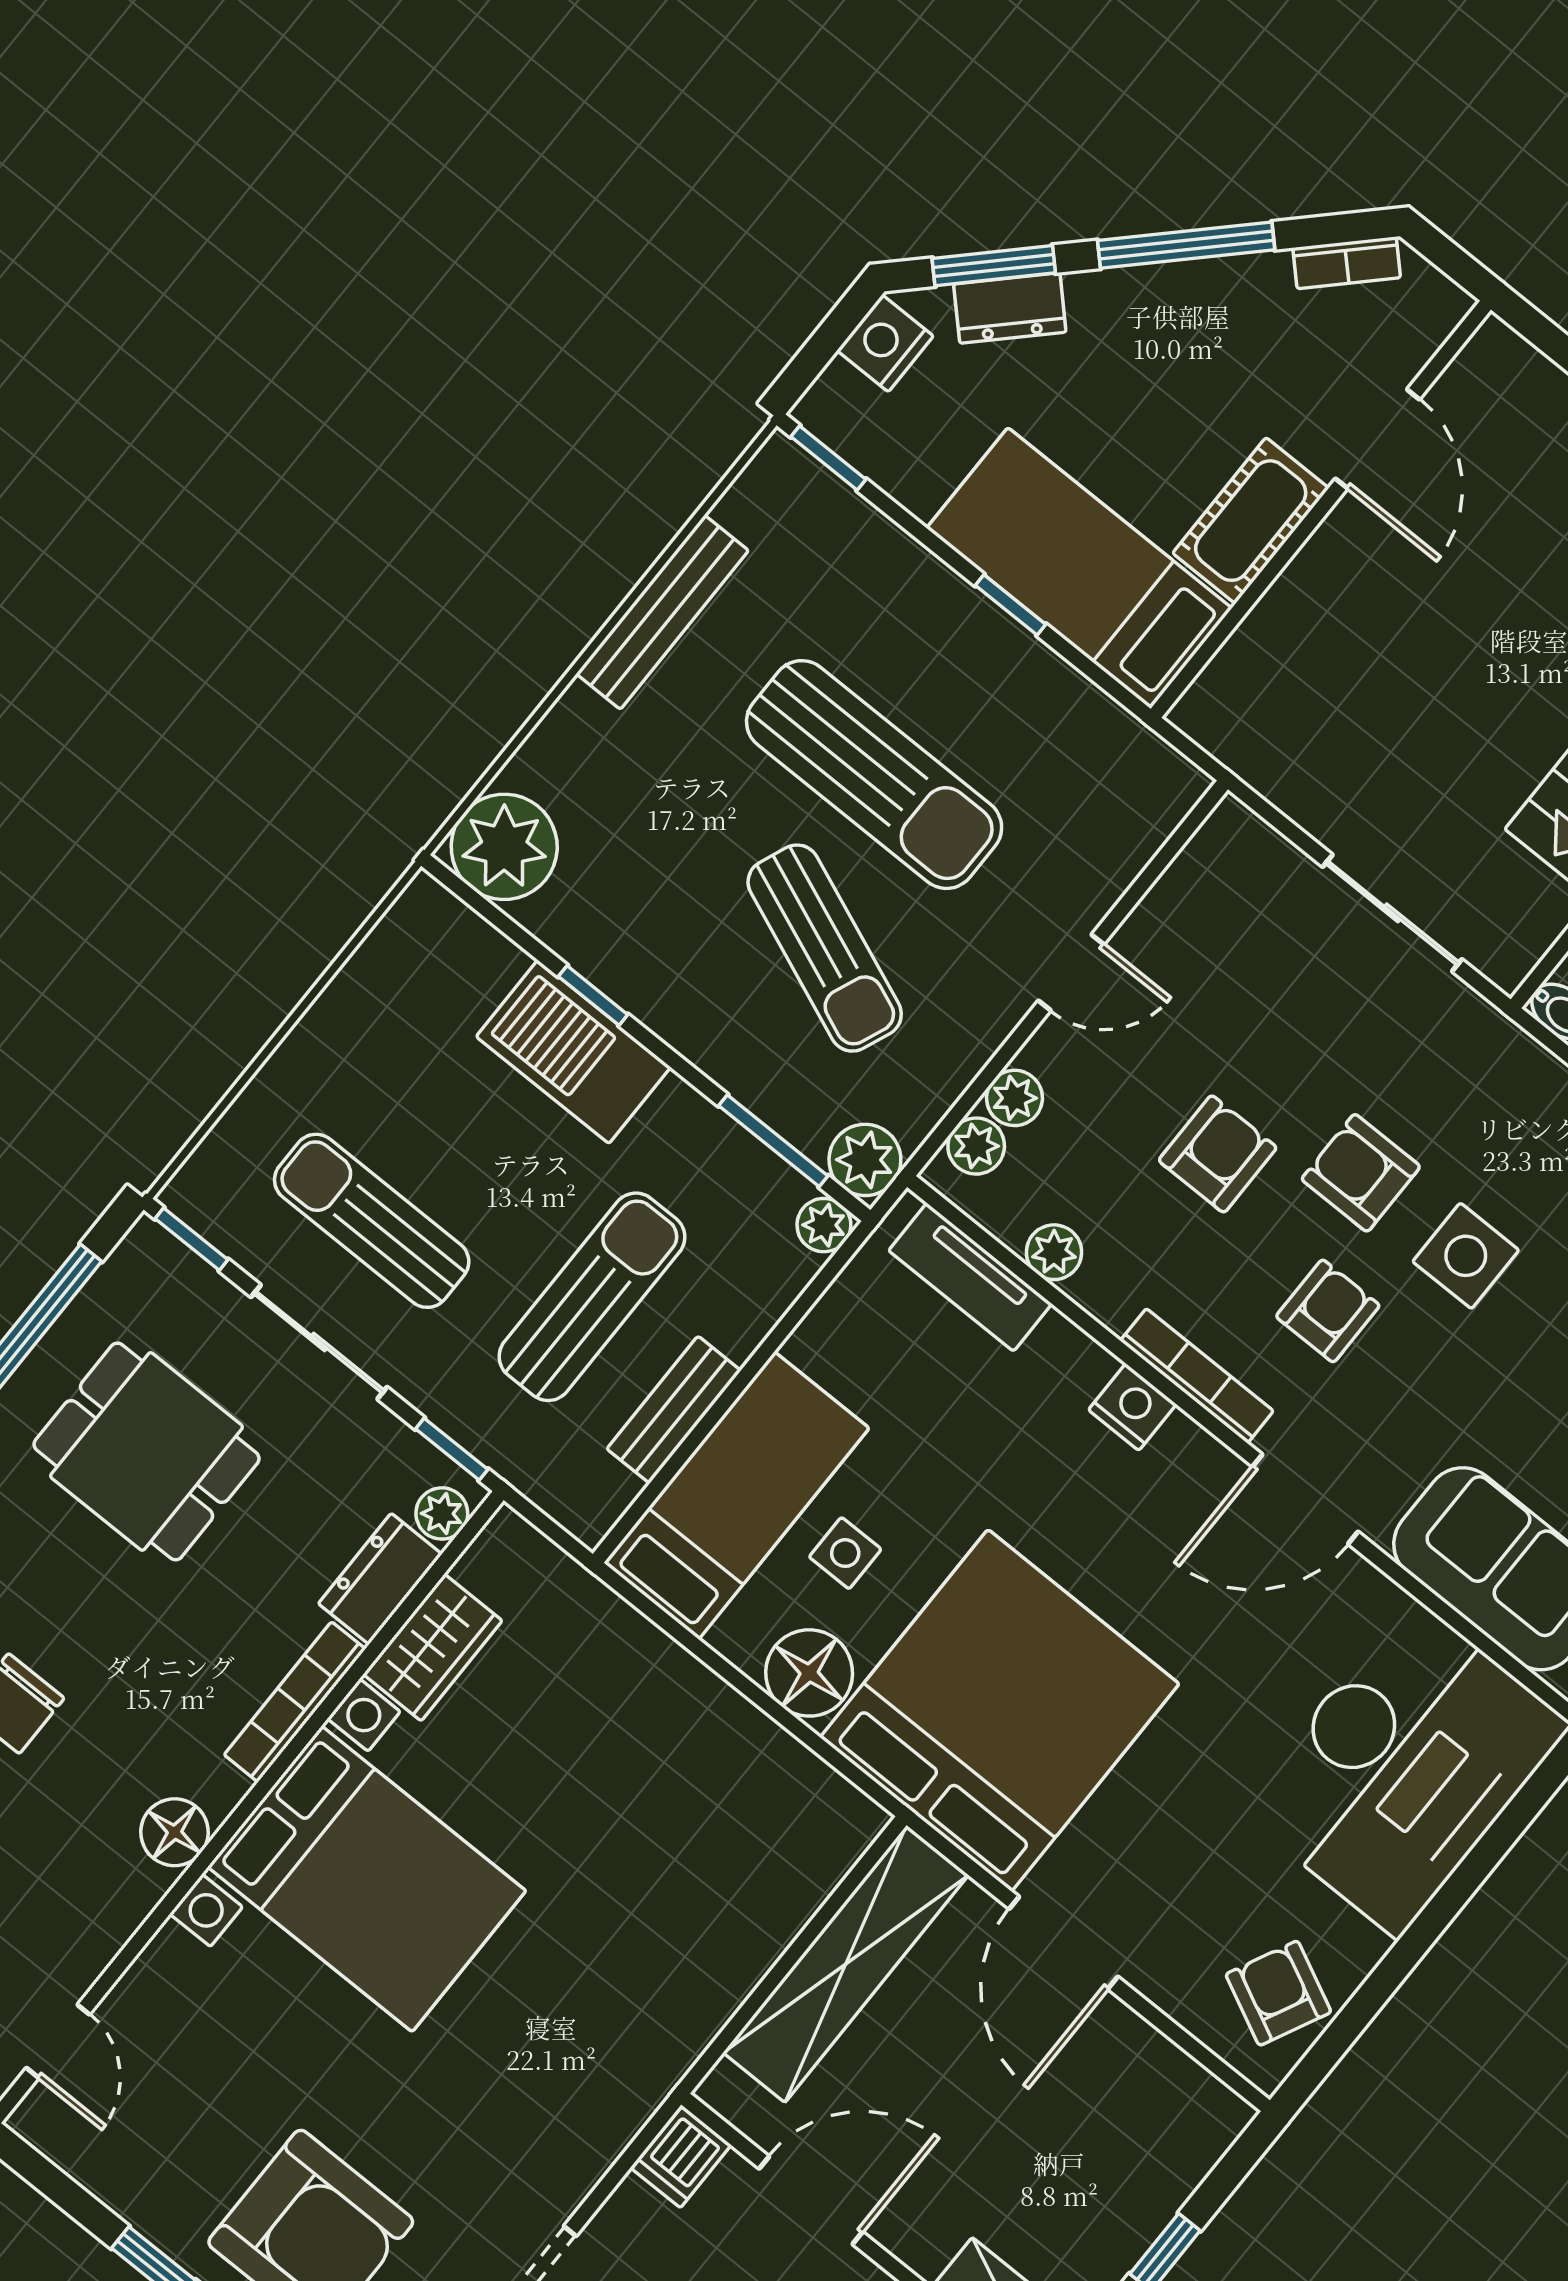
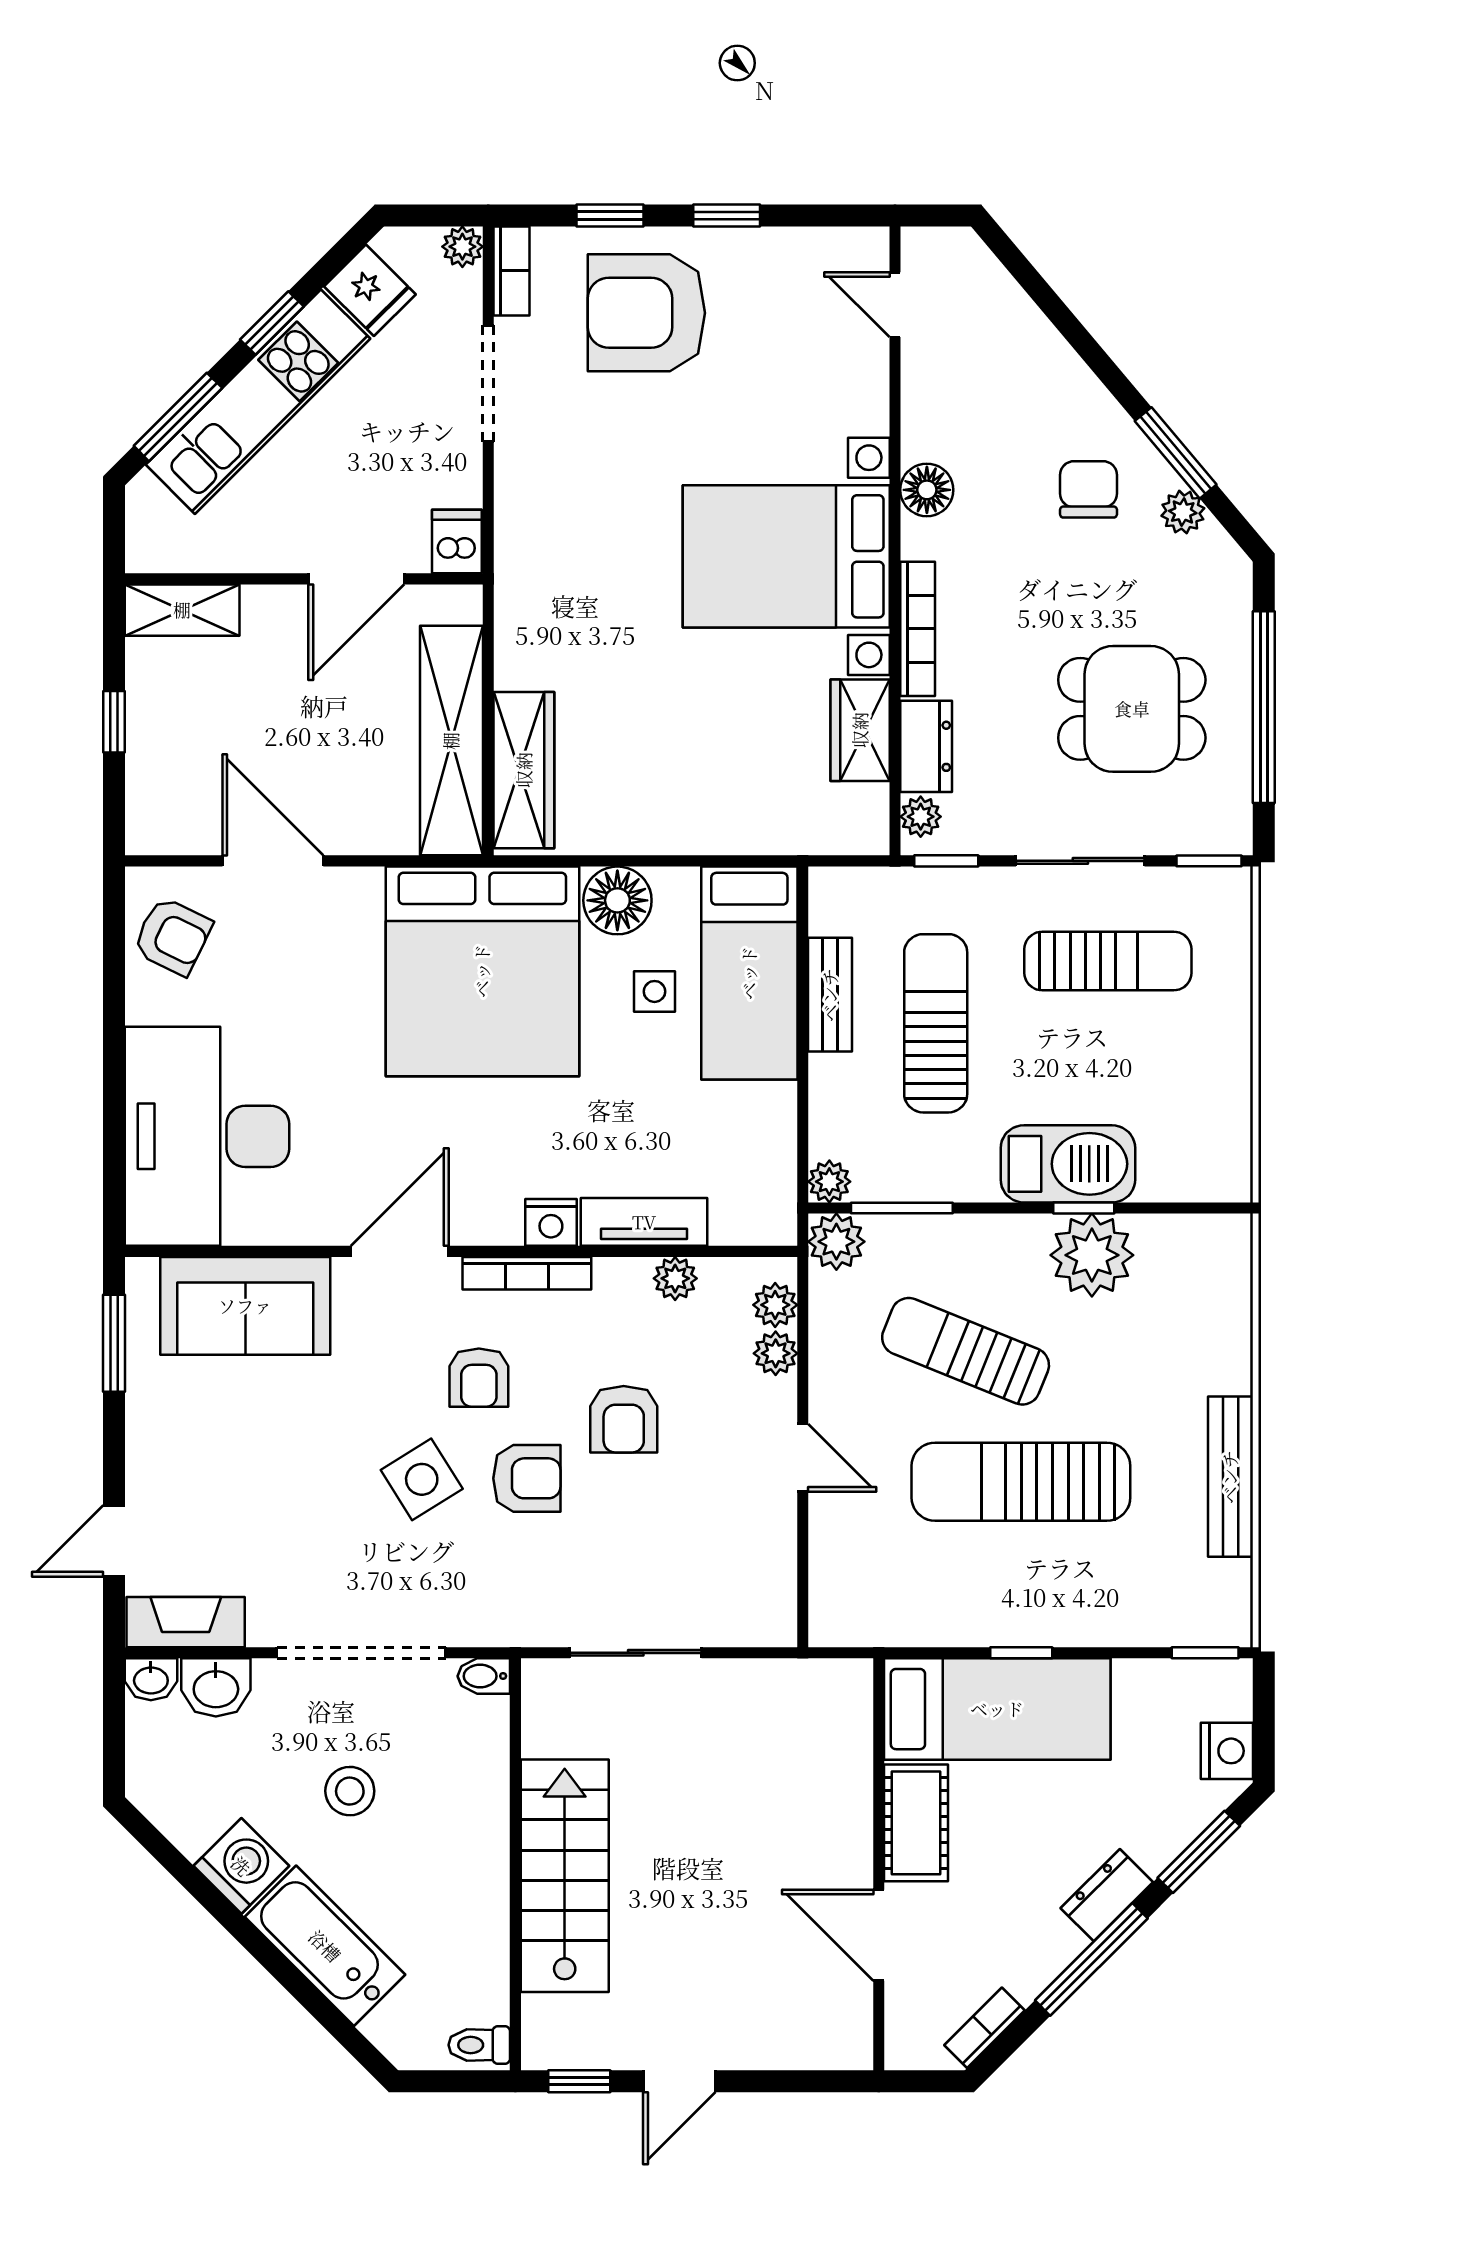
dresser: (1010, 308) -> (1107, 1895), moved
plant: (504, 847) -> (1092, 1255), moved
door: (1071, 972) -> (803, 1458), swing flipped
side table: (1466, 1256) -> (422, 1479), turned -32
tv unit: (970, 1277) -> (644, 1222), moved
sun lounger: (592, 1297) -> (936, 1023), turned 180
wardrobe: (798, 1877) -> (524, 770), added
door: (1064, 1943) -> (273, 861), moved

